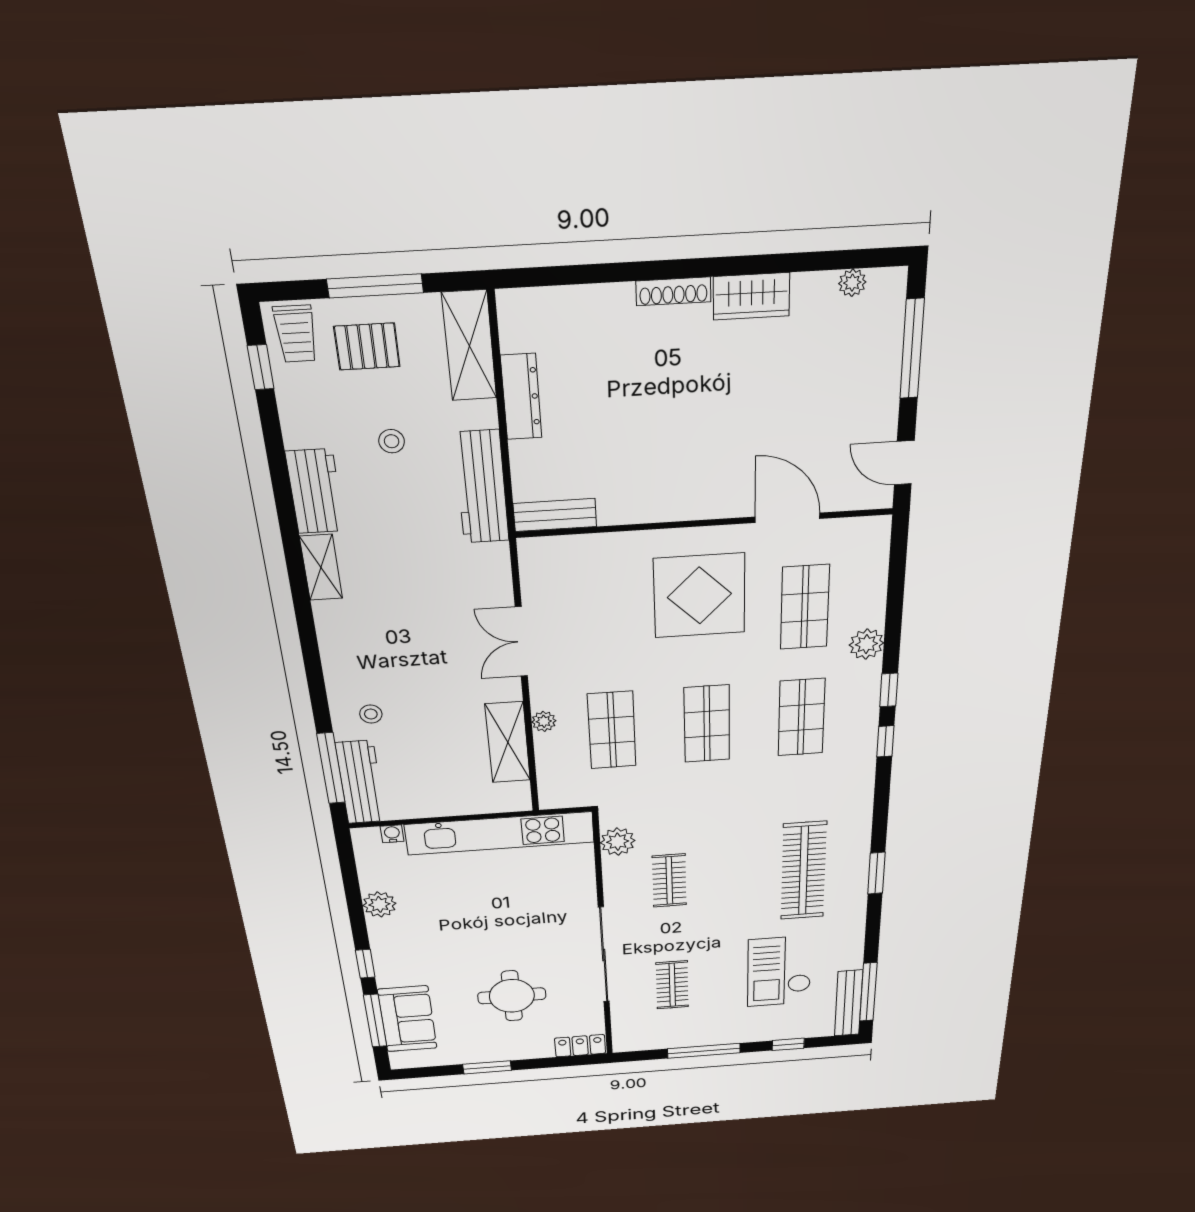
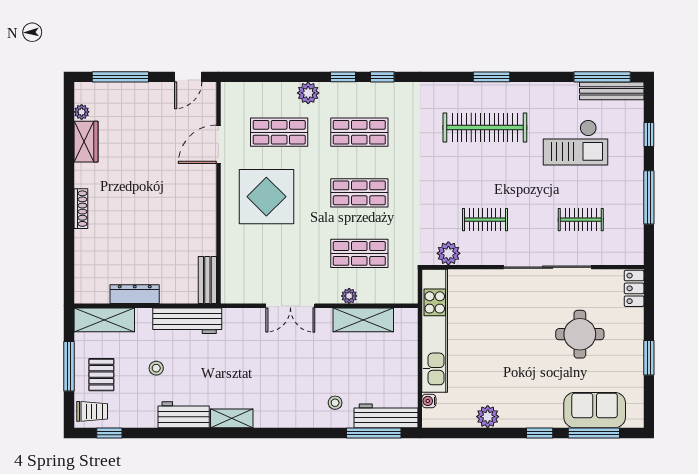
wardrobe: (751, 296) -> (86, 142), moved

